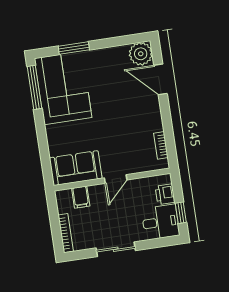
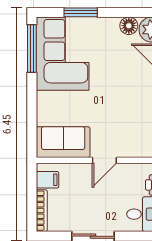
floor lamp: (119, 54) -> (129, 26), added
filing cabinet: (81, 197) -> (48, 180), moved, turned -90

